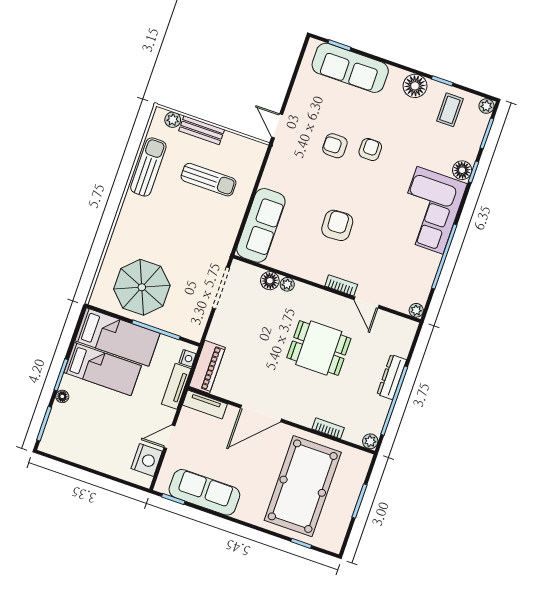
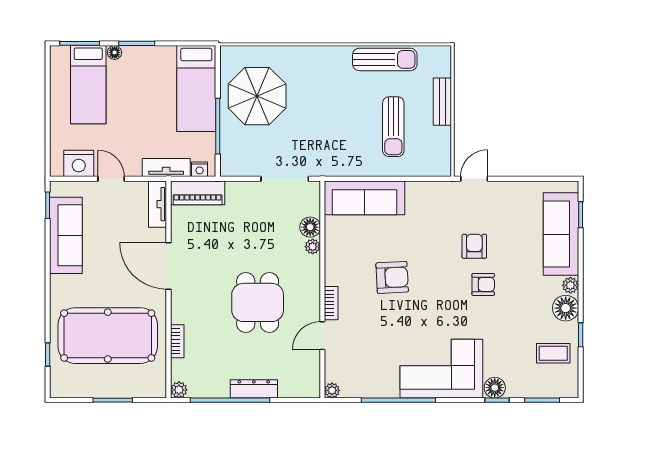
plant: (486, 106) -> (570, 285), moved
plant: (173, 120) -> (443, 68), removed
bed: (103, 369) -> (88, 85), moved

